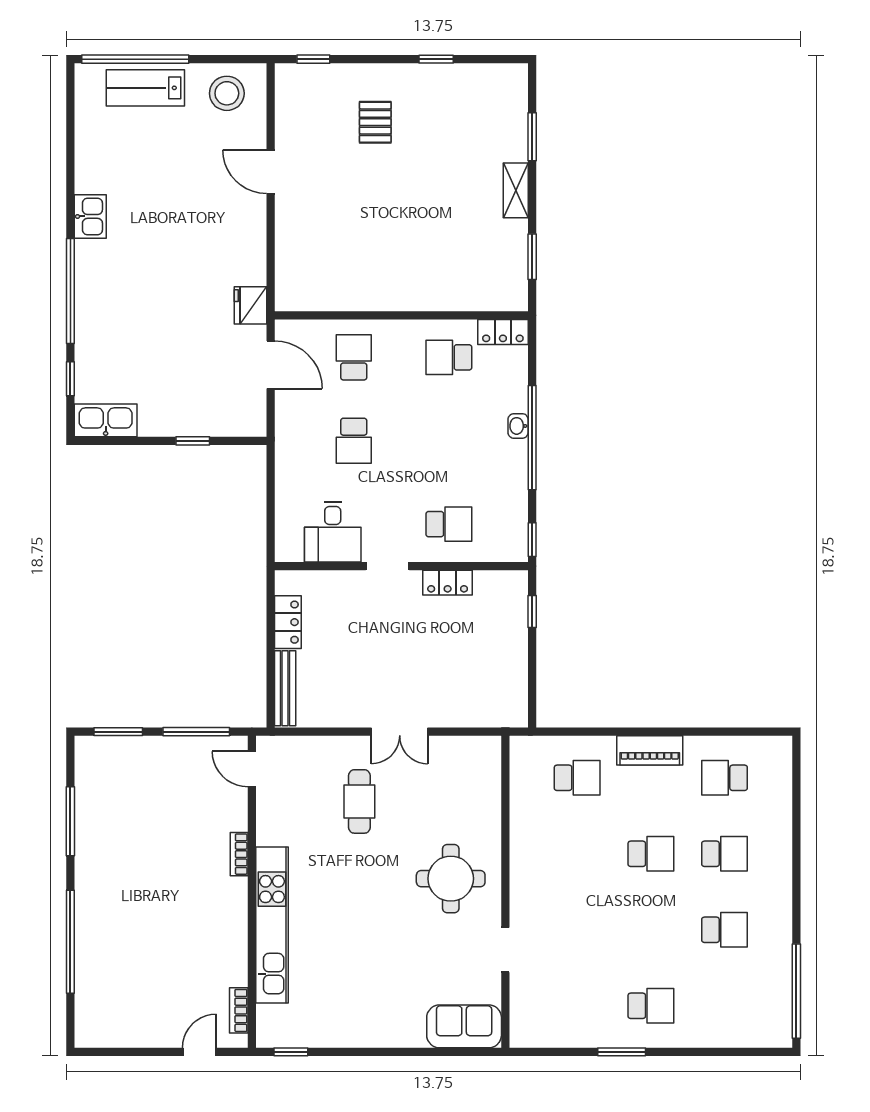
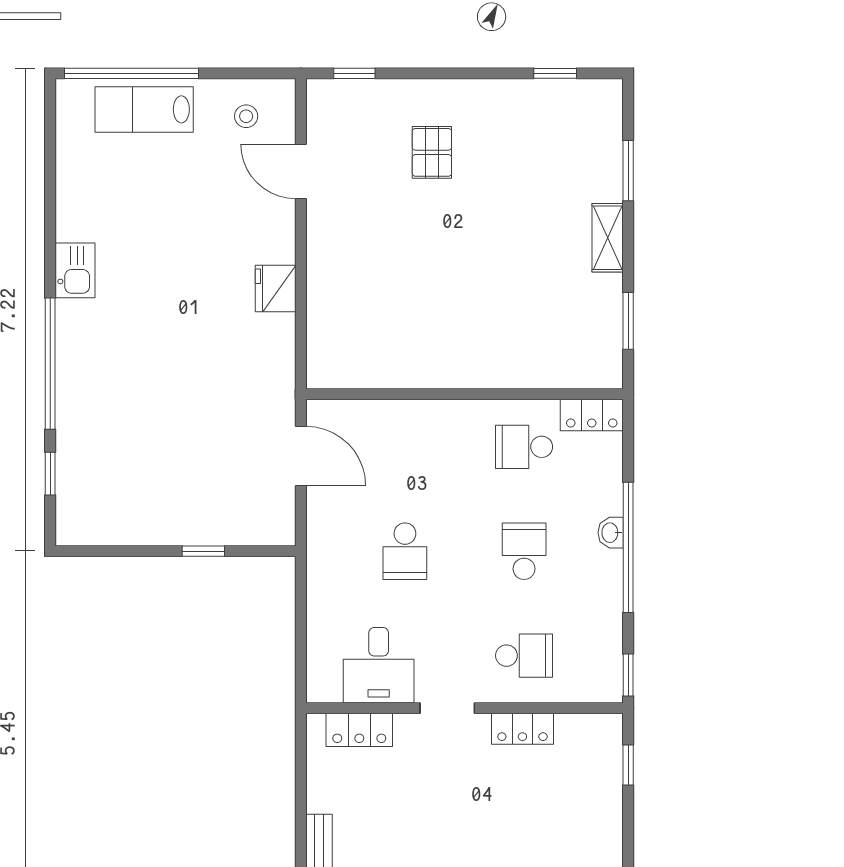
window: (436, 59) -> (555, 73), moved
stool: (227, 93) -> (246, 116), width x0.53, depth x0.53
door: (271, 172) -> (301, 171), moved
fridge: (250, 305) -> (276, 288), moved
school desk: (354, 357) -> (524, 551), moved
kitchen sink: (106, 420) -> (94, 526), removed
locker: (288, 622) -> (359, 730), moved, turned 90

